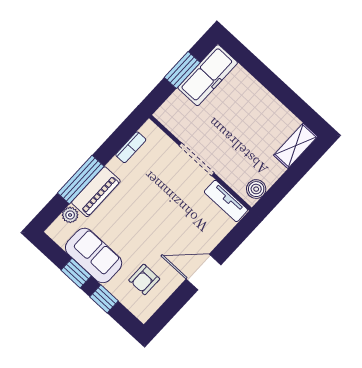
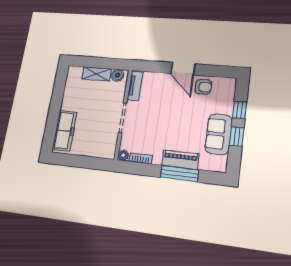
window: (182, 70) -> (78, 161), removed
freezer: (208, 75) -> (65, 131), moved, turned 90
shelving: (296, 146) -> (97, 74), moved
plant: (70, 215) -> (123, 155), moved
armchair: (144, 279) -> (203, 87), moved

